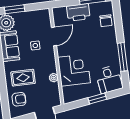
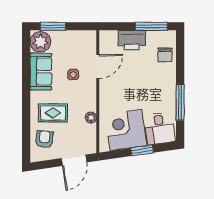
corner desk: (74, 70) -> (126, 130), moved, turned -98
armchair: (19, 99) -> (44, 139), turned -84

